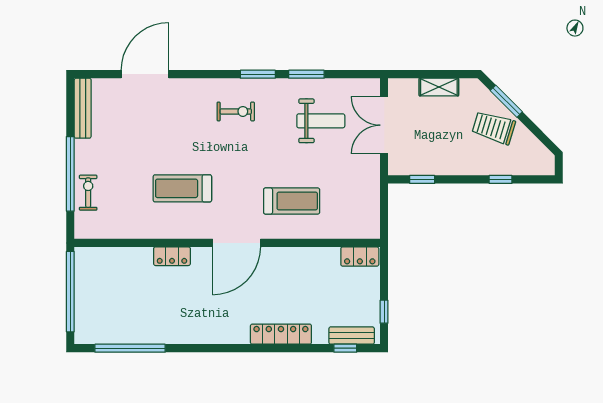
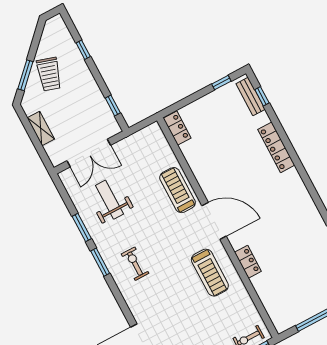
wall: (227, 243) -> (218, 228), moved
door: (237, 243) -> (214, 221), moved
locker: (172, 256) -> (248, 262), moved
locker: (360, 257) -> (177, 128), moved

